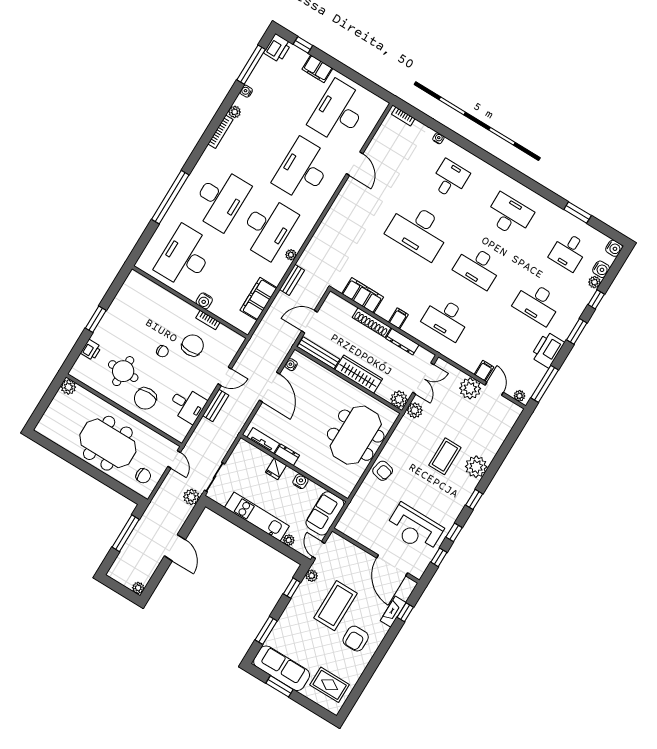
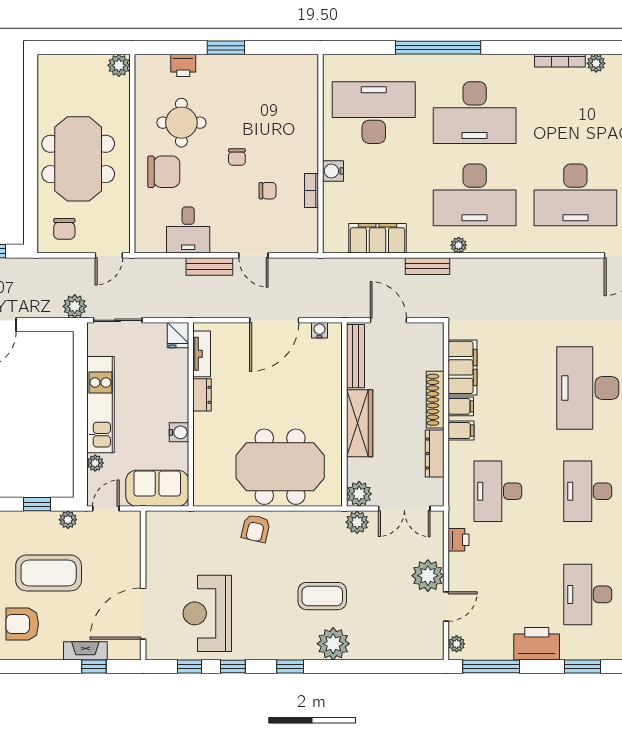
desk: (303, 170) -> (575, 195), turned 180
chair: (193, 345) -> (268, 191), width x0.54, depth x0.54
printer: (460, 358) -> (459, 540), added
filing cabinet: (484, 371) -> (461, 406), moved
chair: (145, 398) -> (164, 172), turned 180
fridge: (276, 469) -> (178, 335), moved, turned -90

